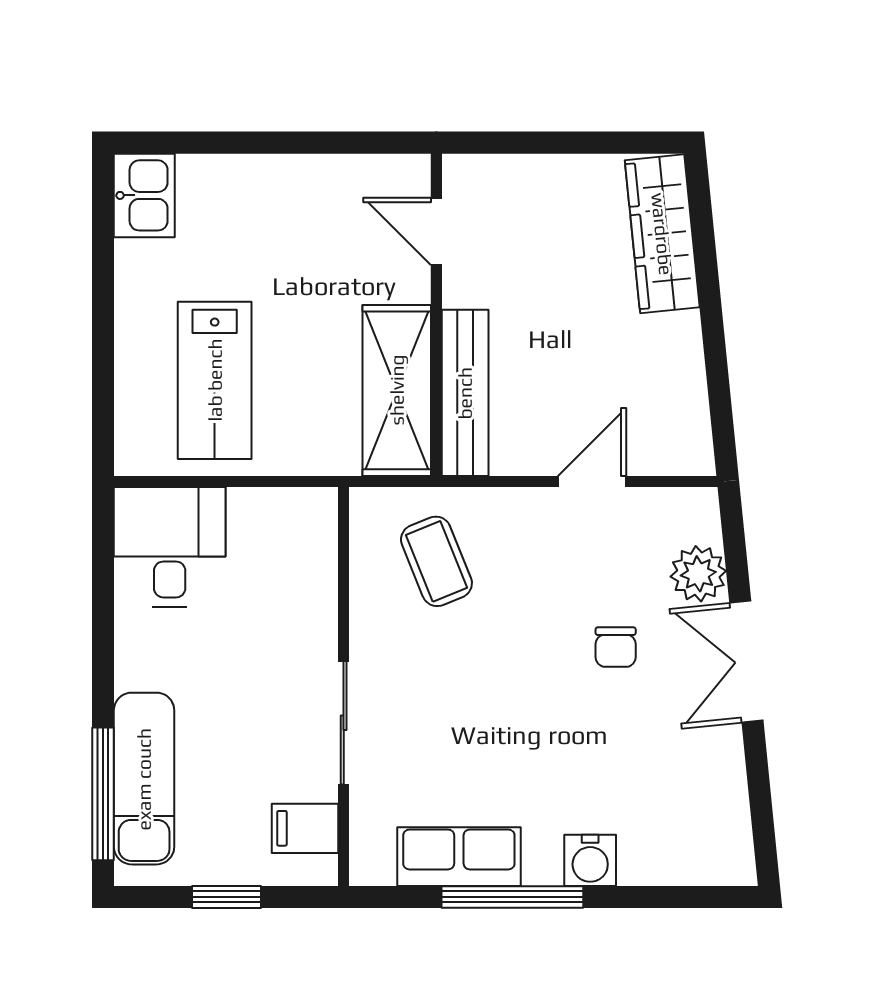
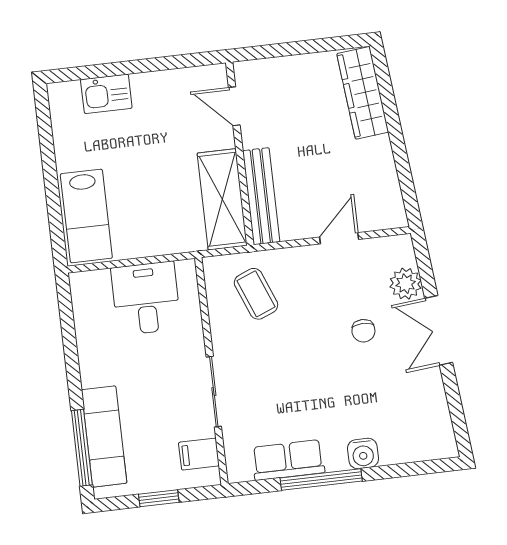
kitchen sink: (144, 195) -> (106, 94), moved, turned 90
lab bench: (215, 380) -> (86, 216), moved
desk: (170, 547) -> (146, 298), moved

